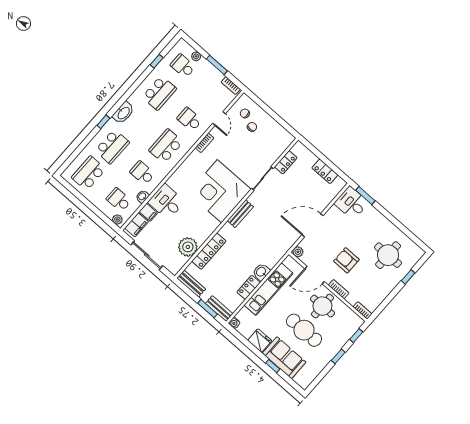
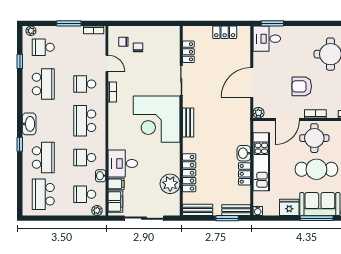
plant: (196, 56) -> (31, 31), moved
window: (273, 366) -> (317, 218), width x2.17

